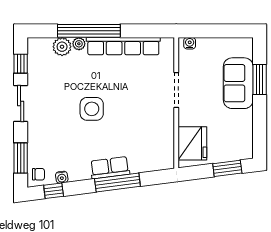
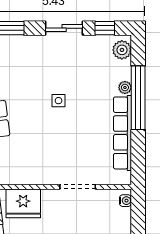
plant: (62, 47) -> (122, 50), moved
side table: (92, 109) -> (58, 101), width x0.54, depth x0.54

